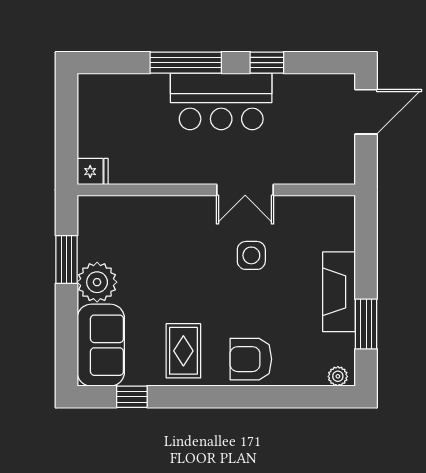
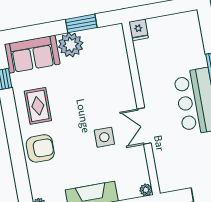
plant: (346, 205) -> (146, 190), added
rug: (183, 351) -> (38, 106), turned 90
armchair: (251, 359) -> (40, 148), turned 90

